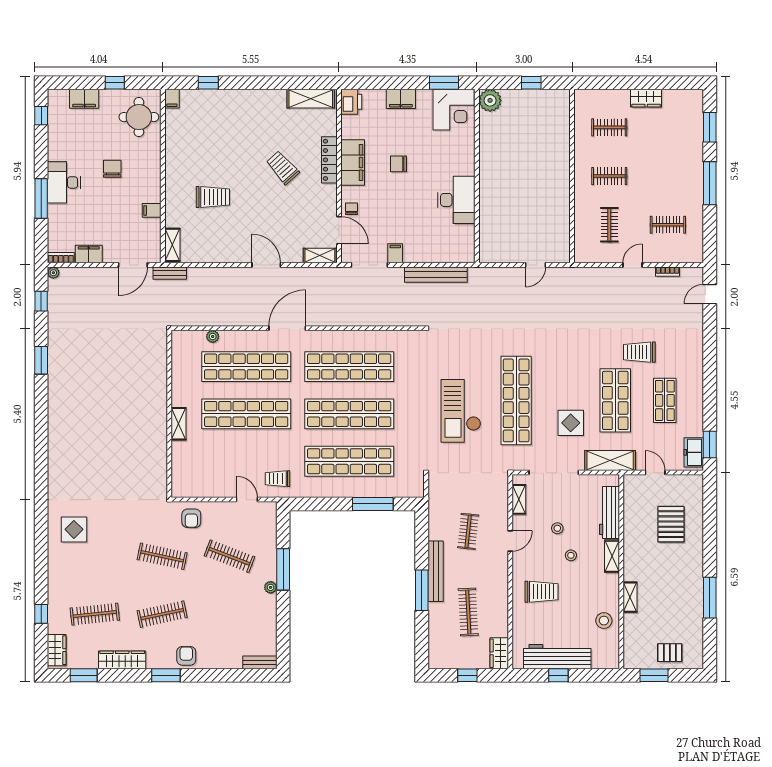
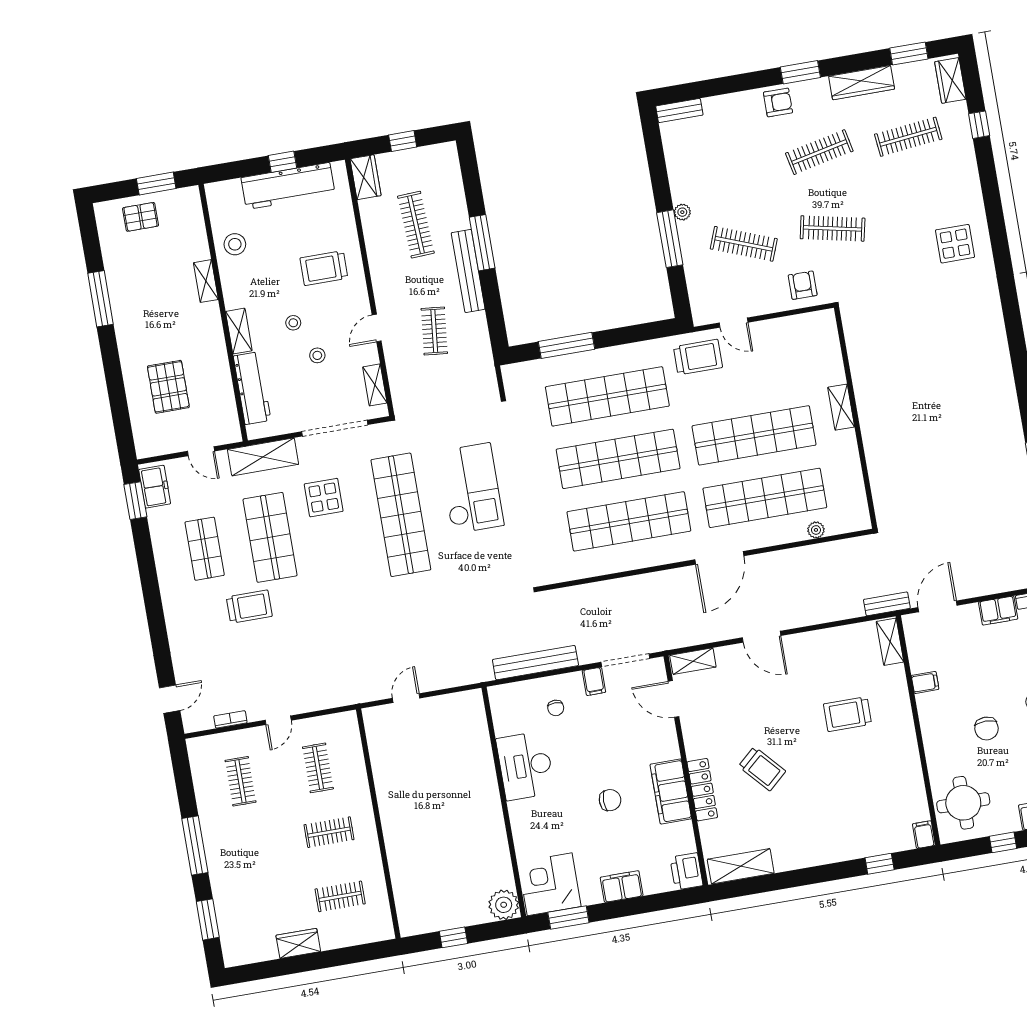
chair: (352, 209) -> (556, 708), moved
clothes rail: (668, 225) -> (241, 781), turned 90
trolley: (278, 479) -> (698, 357), width x1.36, depth x1.39
armchair: (186, 656) -> (778, 102), turned -90

